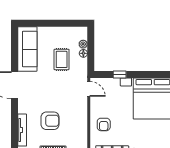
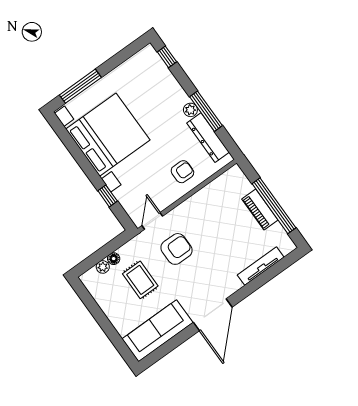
rug: (62, 59) -> (140, 280), turned 90
armchair: (50, 121) -> (176, 249), moved, turned 90

